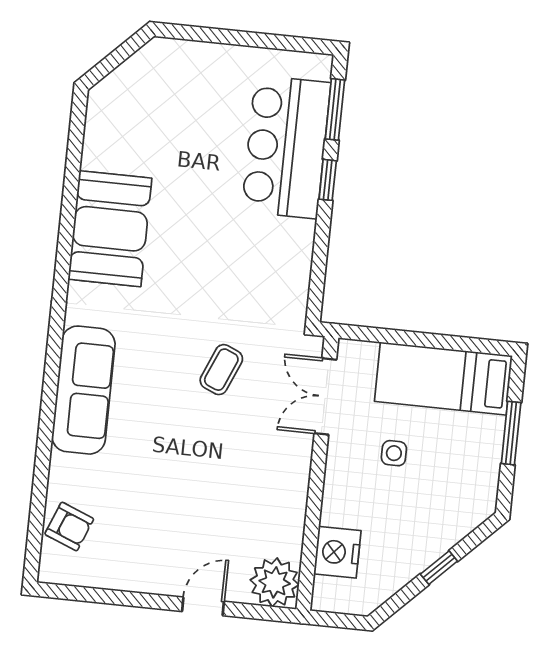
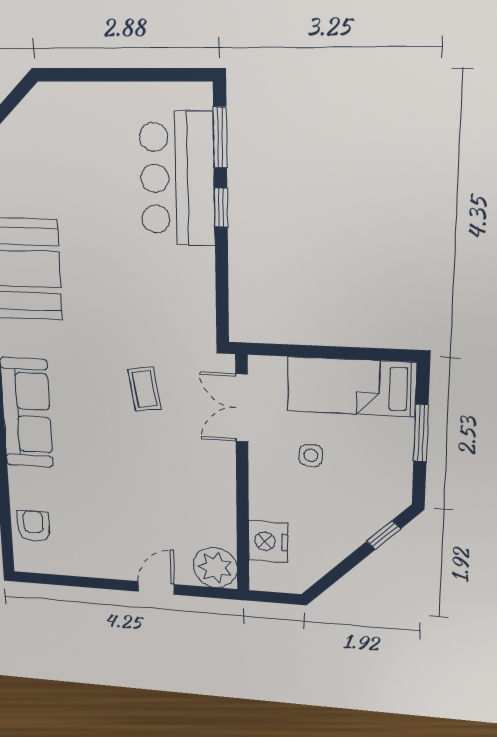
coffee table: (221, 370) -> (144, 389), turned -32
armchair: (69, 526) -> (33, 526), turned -112
window: (439, 568) -> (384, 535), moved

